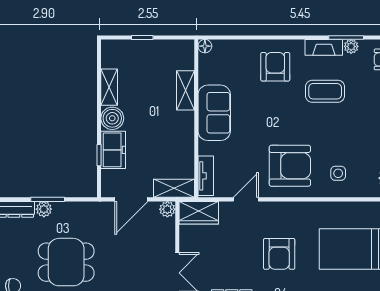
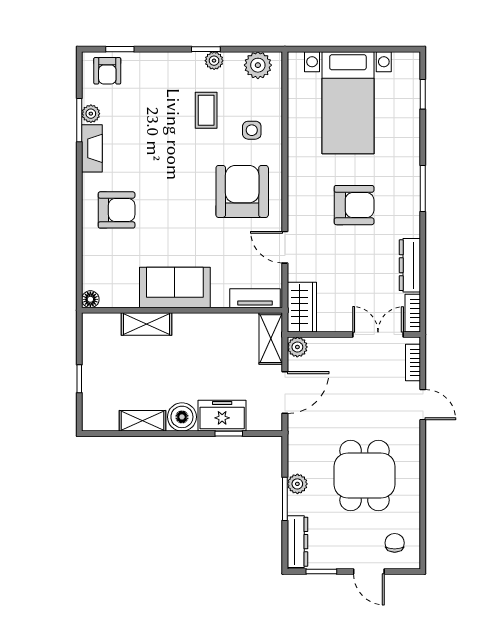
armchair: (275, 67) -> (117, 210), turned 180
coffee table: (325, 91) -> (206, 110), moved, width x0.73, depth x0.77
door: (131, 199) -> (285, 392), hinge flipped
plant: (44, 209) -> (297, 484), moved

